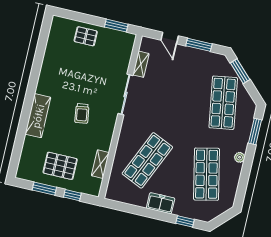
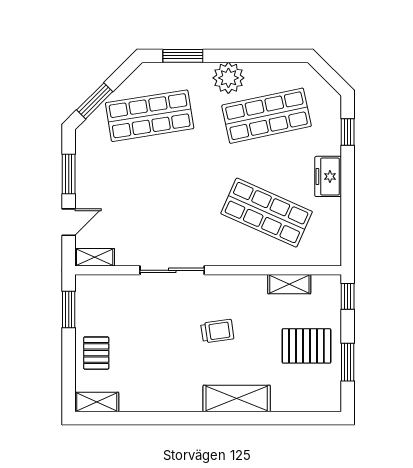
shelving: (56, 30) -> (97, 402), added
shelving: (141, 64) -> (95, 257), moved
plant: (240, 157) -> (228, 78), width x1.88, depth x1.88
pallet: (60, 166) -> (306, 346), turned 90
window: (72, 195) -> (348, 296), moved

